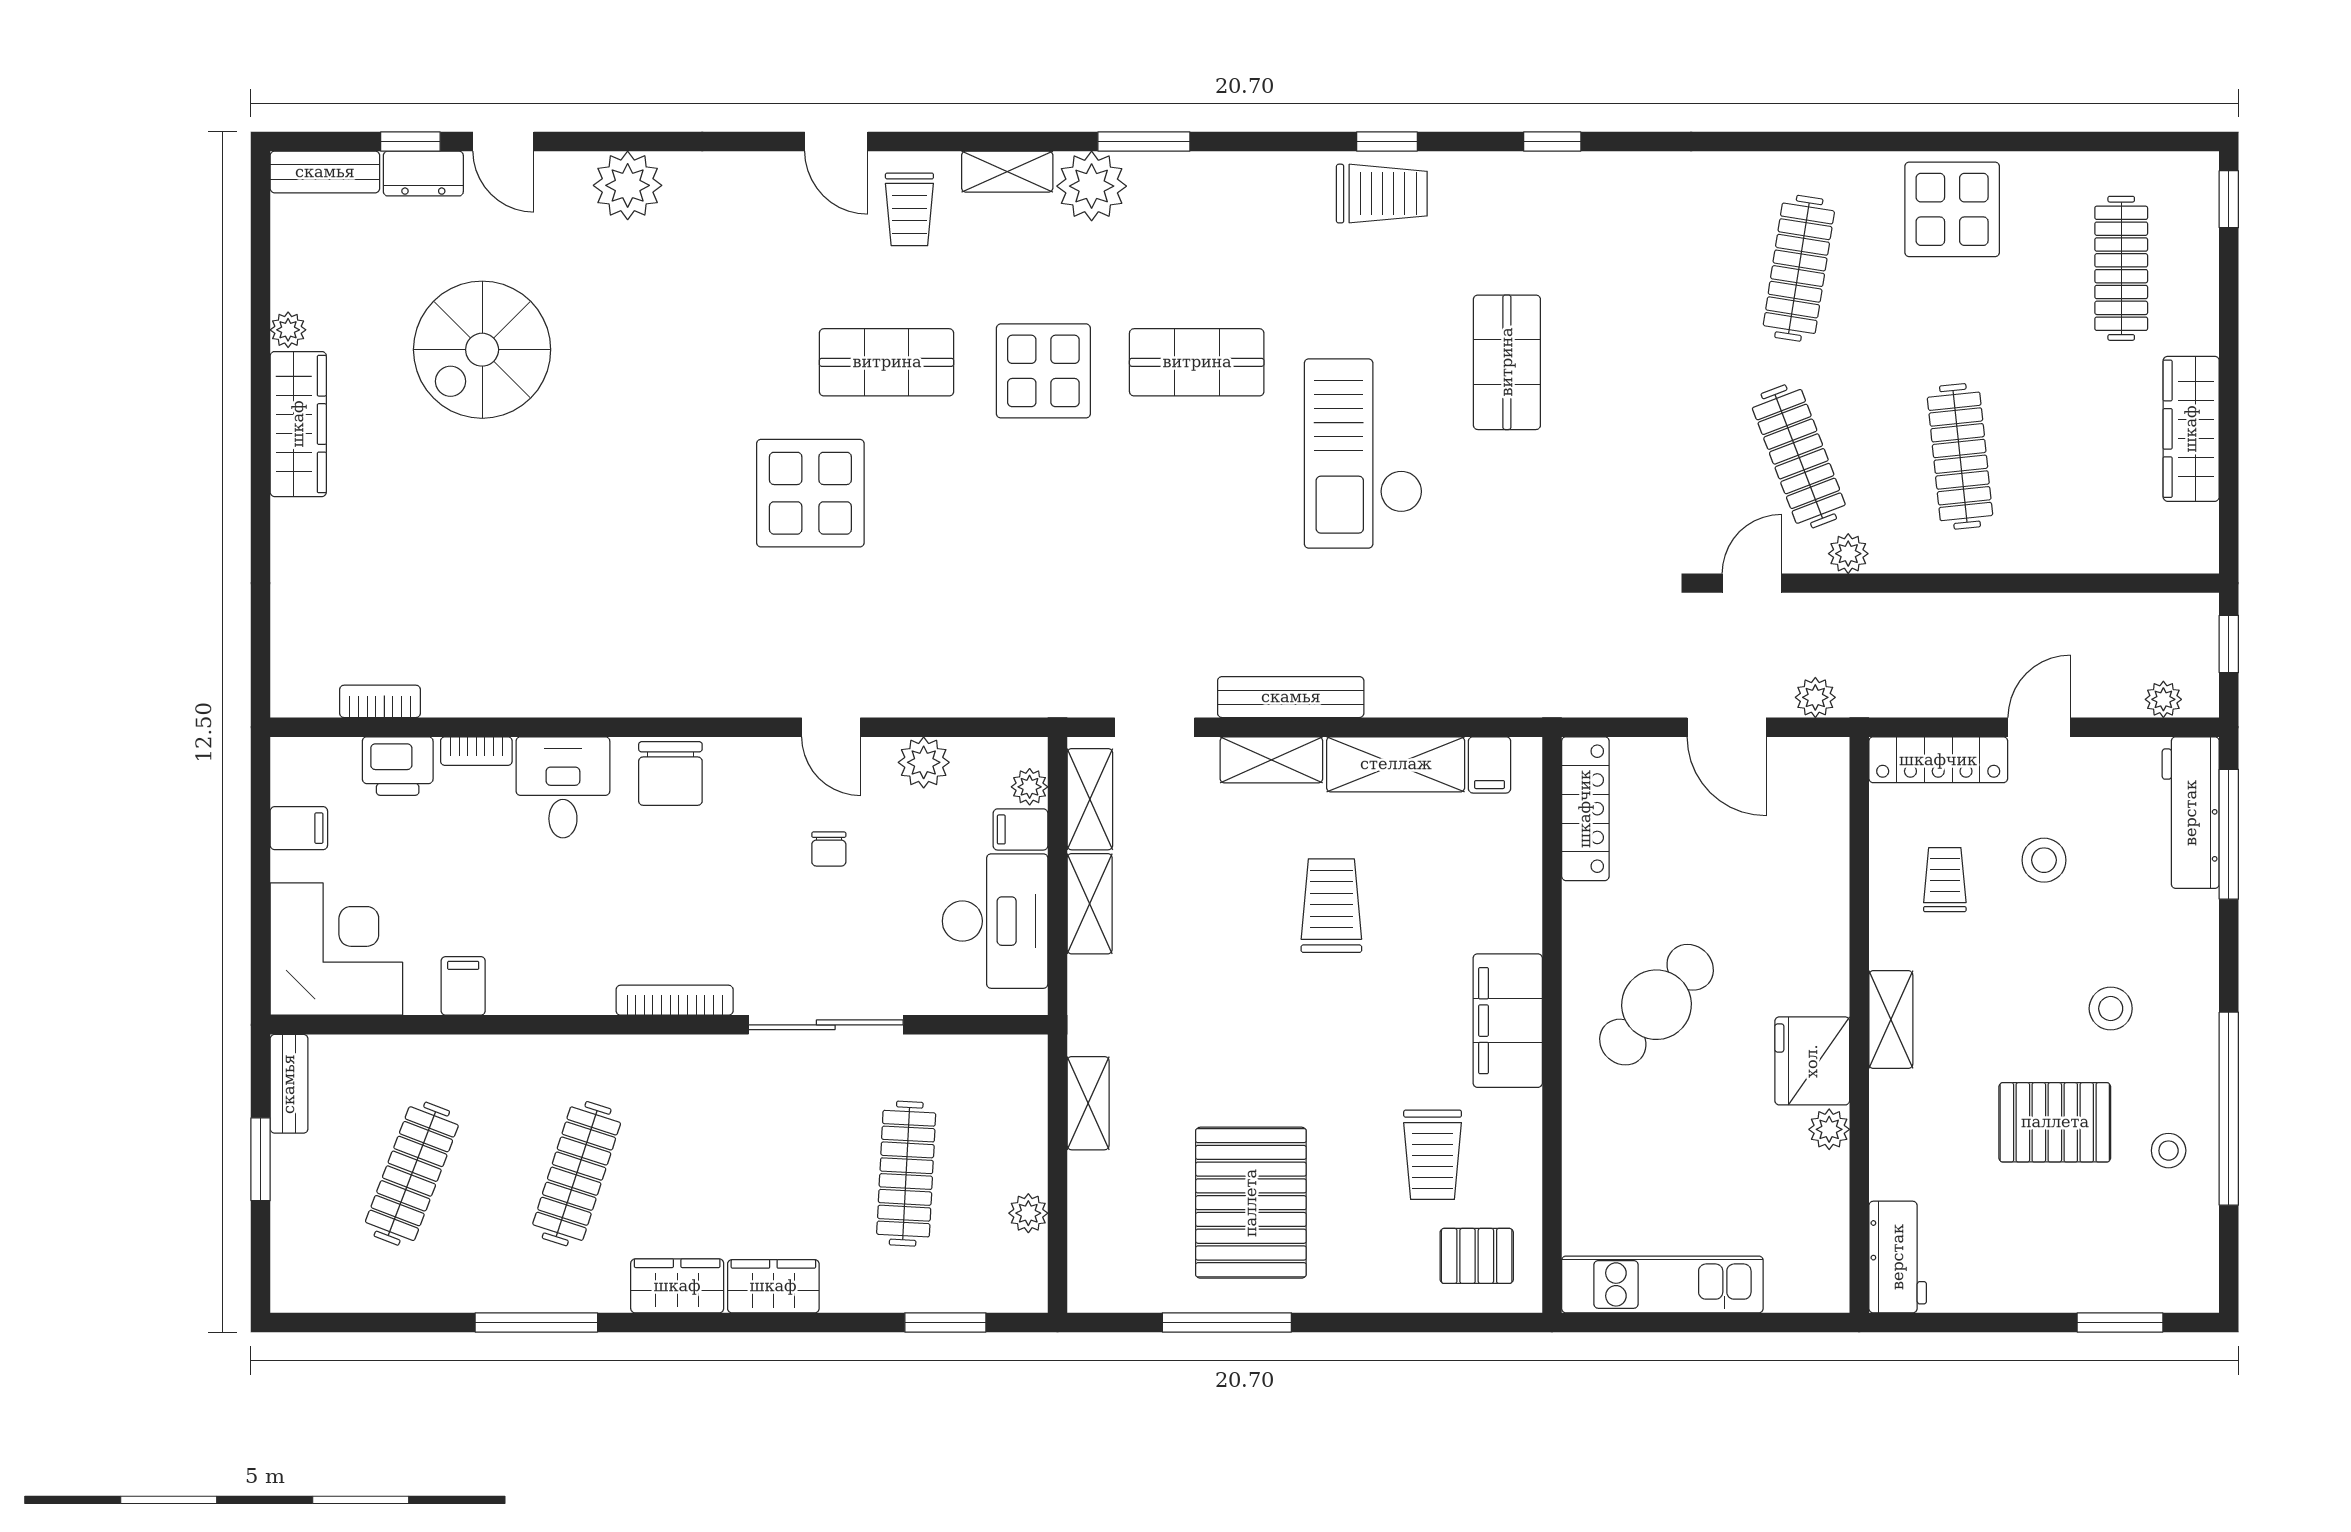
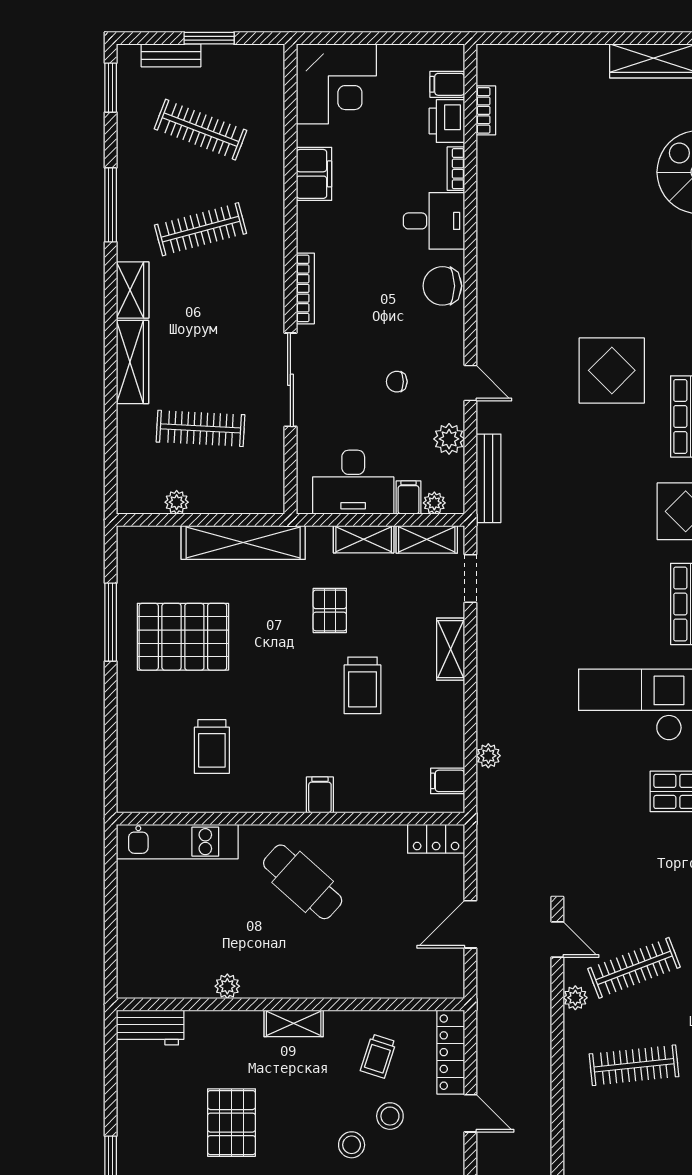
bench: (1291, 697) -> (489, 478), moved
plant: (1815, 697) -> (488, 756), moved
door: (831, 727) -> (470, 383), swing flipped
shelving: (1396, 764) -> (448, 724), removed
locker: (1585, 809) -> (436, 839), width x0.66
filing cabinet: (299, 828) -> (447, 84), moved, turned 90
trolley: (1945, 880) -> (378, 1056), turned 108
trolley: (1331, 906) -> (363, 685), turned 90
filing cabinet: (463, 986) -> (314, 174), width x2.00
stool: (2111, 1009) -> (352, 1145), moved
filing cabinet: (1508, 1021) -> (320, 795), width x0.33, depth x0.86
fridge: (1812, 1061) -> (269, 976), removed
bench: (289, 1084) -> (171, 55), moved
shelving: (1088, 1103) -> (243, 543), width x2.20, depth x1.33
trolley: (1433, 1155) -> (212, 747), turned -90
clothes rail: (577, 1174) -> (201, 229), turned -33
pallet: (1477, 1256) -> (330, 610), moved
kitchen unit: (1662, 1284) -> (177, 842), moved, turned 90
wardrobe: (773, 1286) -> (132, 362), width x1.50
window: (945, 1322) -> (111, 88), moved

